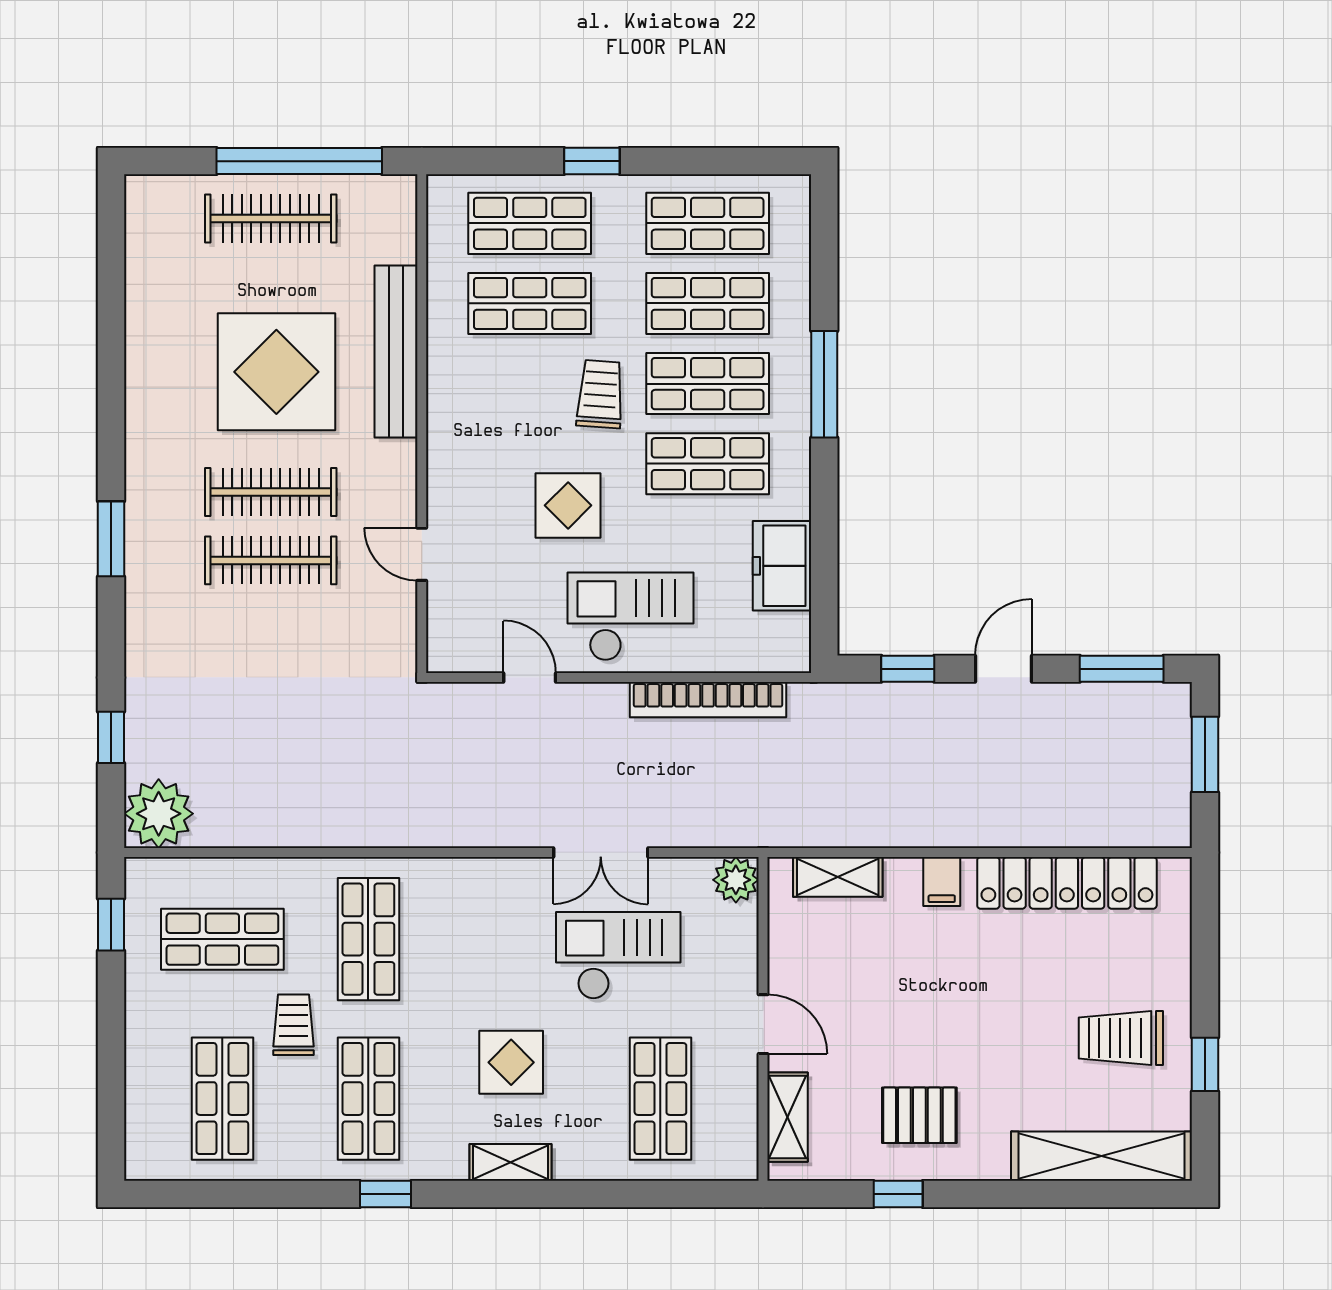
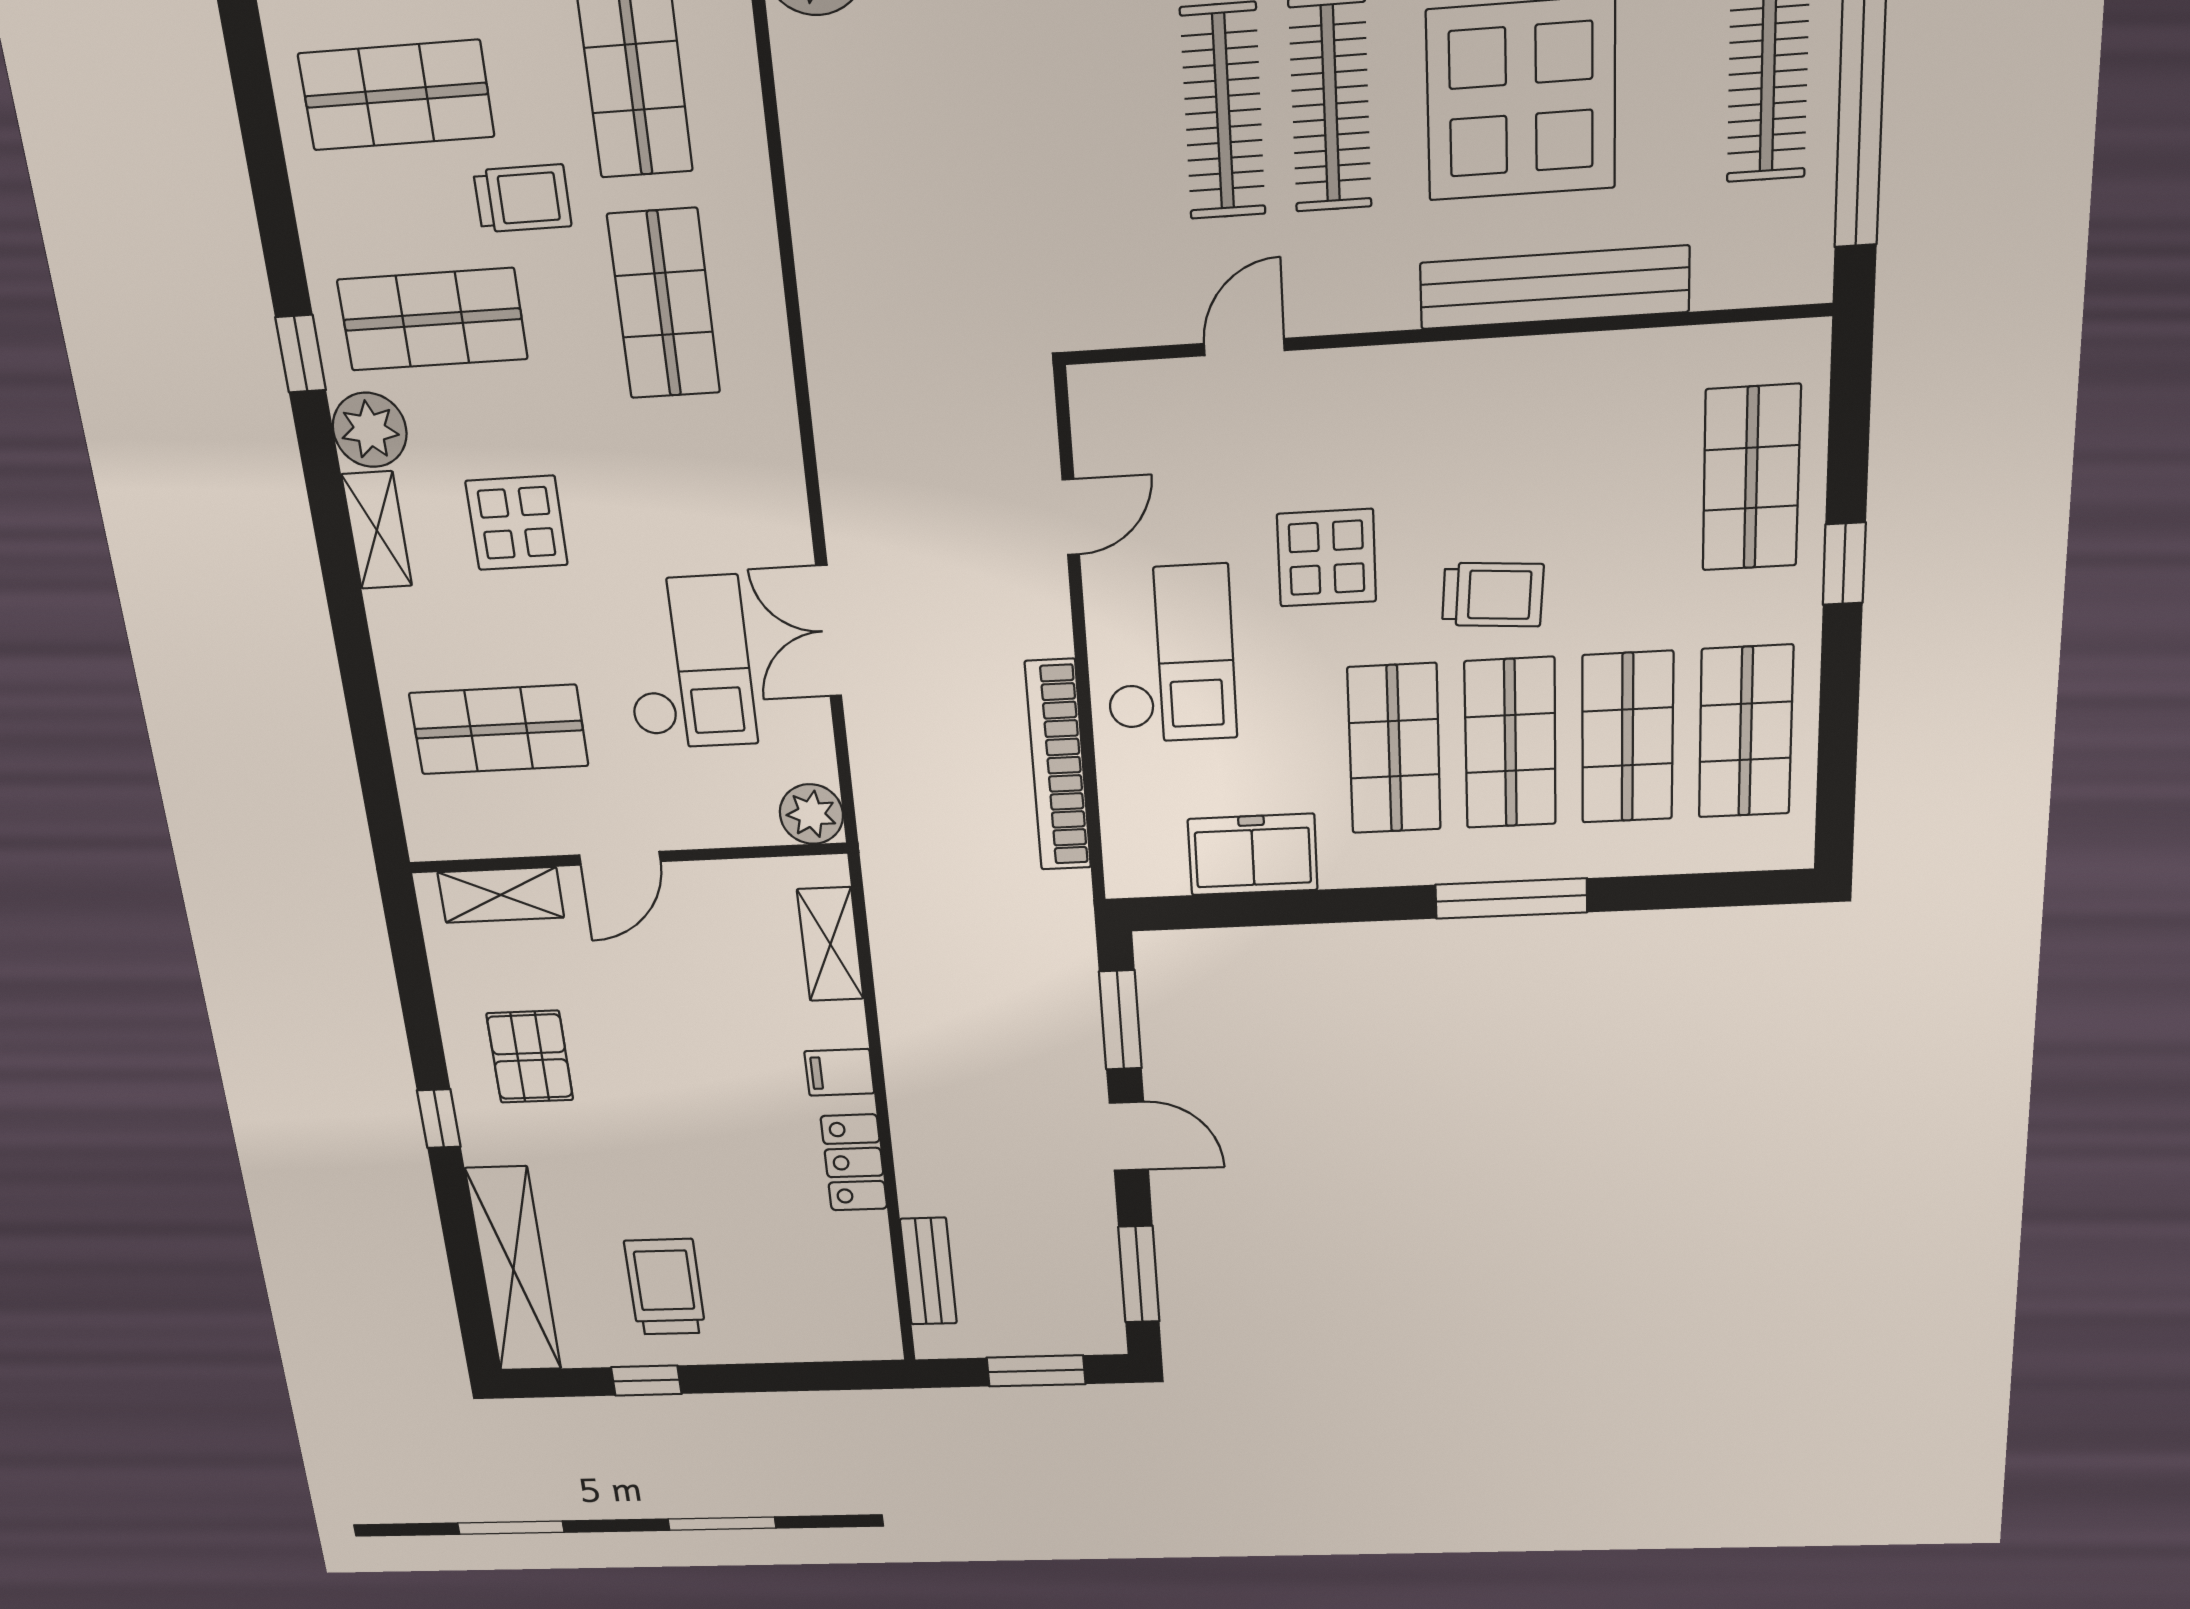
shop shelf: (530, 303) -> (1629, 485), removed
window: (908, 669) -> (1120, 1020), width x1.50
bench: (1114, 830) -> (928, 1271), added
locker: (1067, 883) -> (854, 1163), width x0.46, depth x0.83
shop shelf: (368, 939) -> (664, 304), turned 90
plant: (440, 1155) -> (370, 430), added
window: (898, 1194) -> (439, 1119), moved

